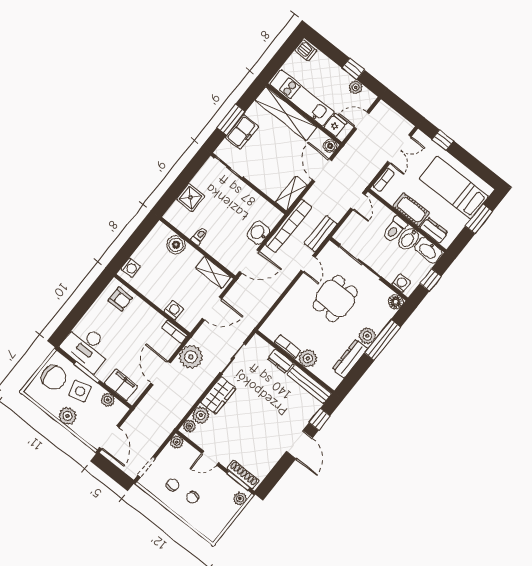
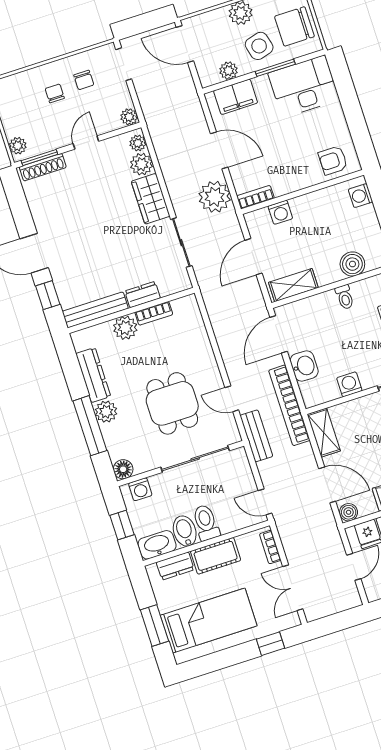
washing machine: (251, 198) -> (349, 384), added

